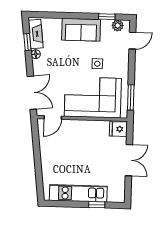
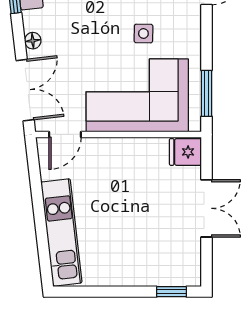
floor lamp: (36, 54) -> (33, 41), moved
kitchen unit: (78, 193) -> (61, 232), moved, turned 83
window: (97, 205) -> (171, 292), moved

